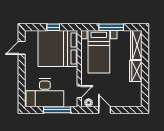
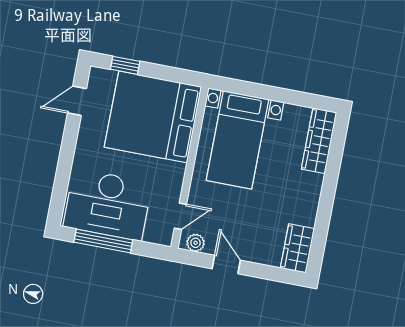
window: (53, 27) -> (125, 65), moved
window: (111, 27) -> (274, 94), removed
wardrobe: (136, 71) -> (297, 248), moved
window: (57, 110) -> (103, 241), moved

